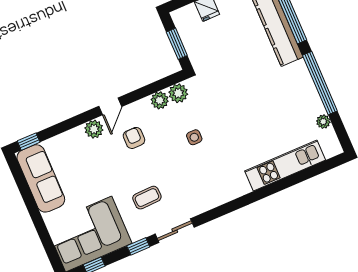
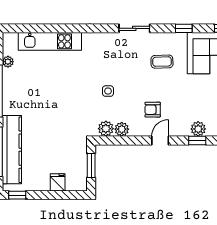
window: (68, 125) -> (197, 140), added
plant: (94, 129) -> (198, 129), moved
armchair: (134, 138) -> (153, 110), turned 90
sliding door: (175, 231) -> (134, 28), moved

